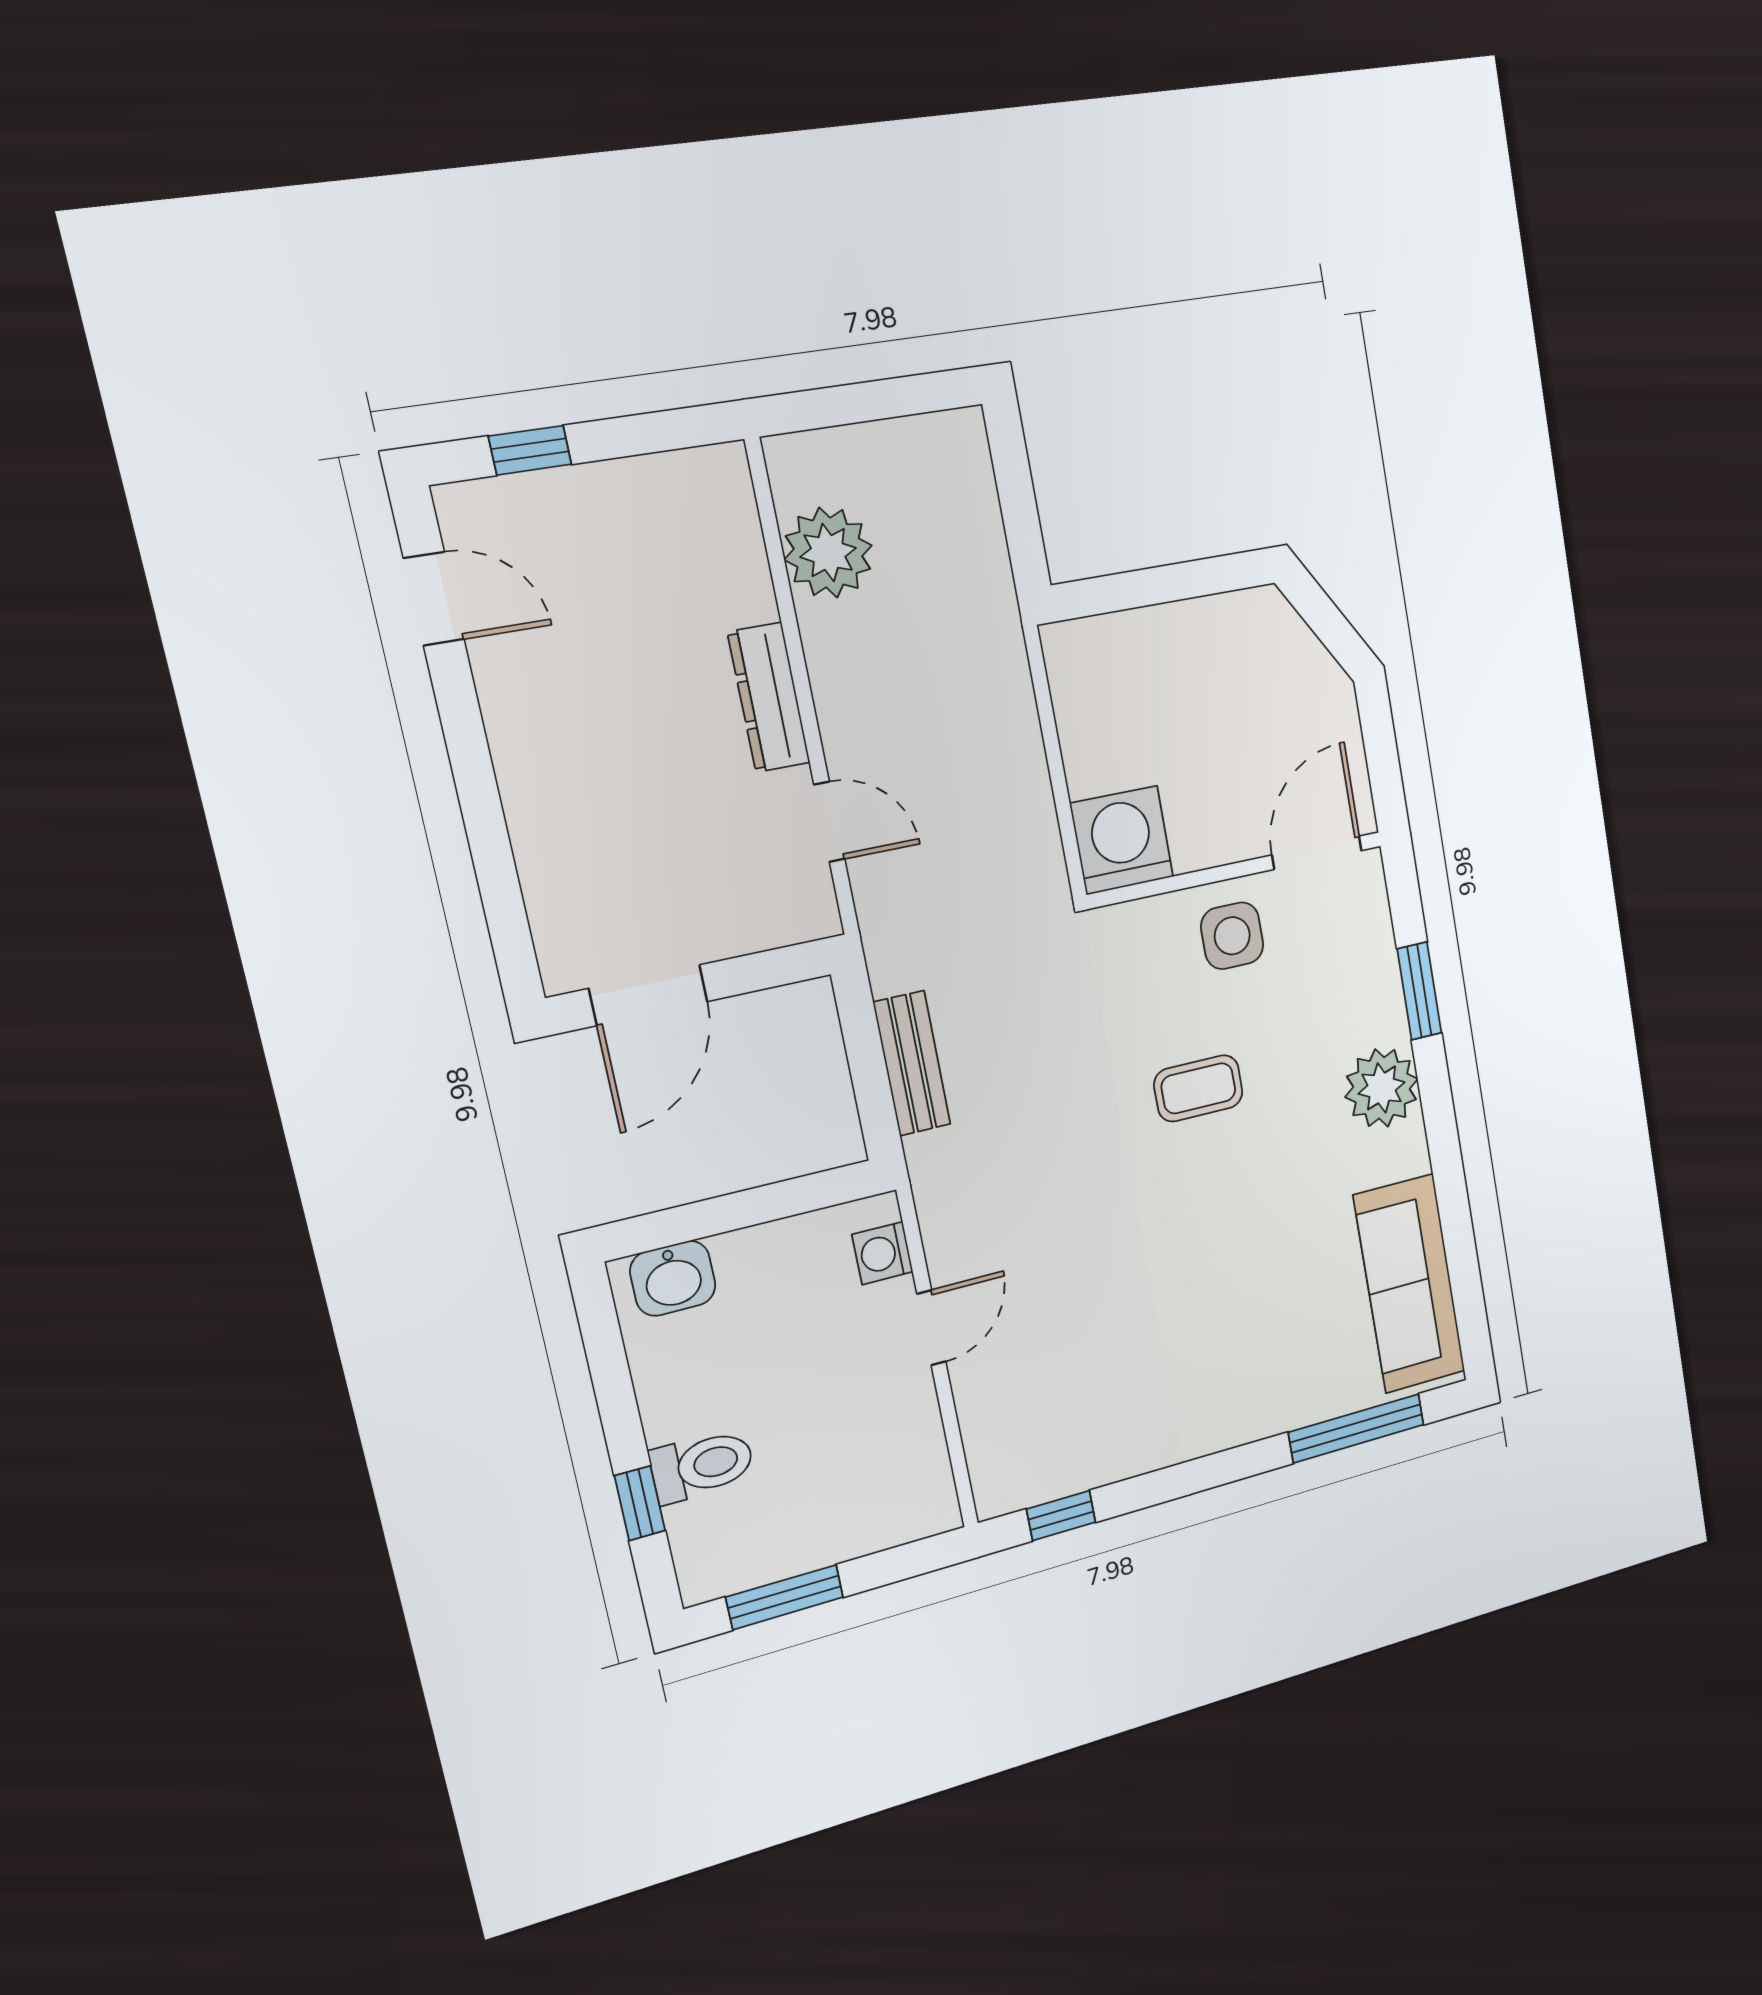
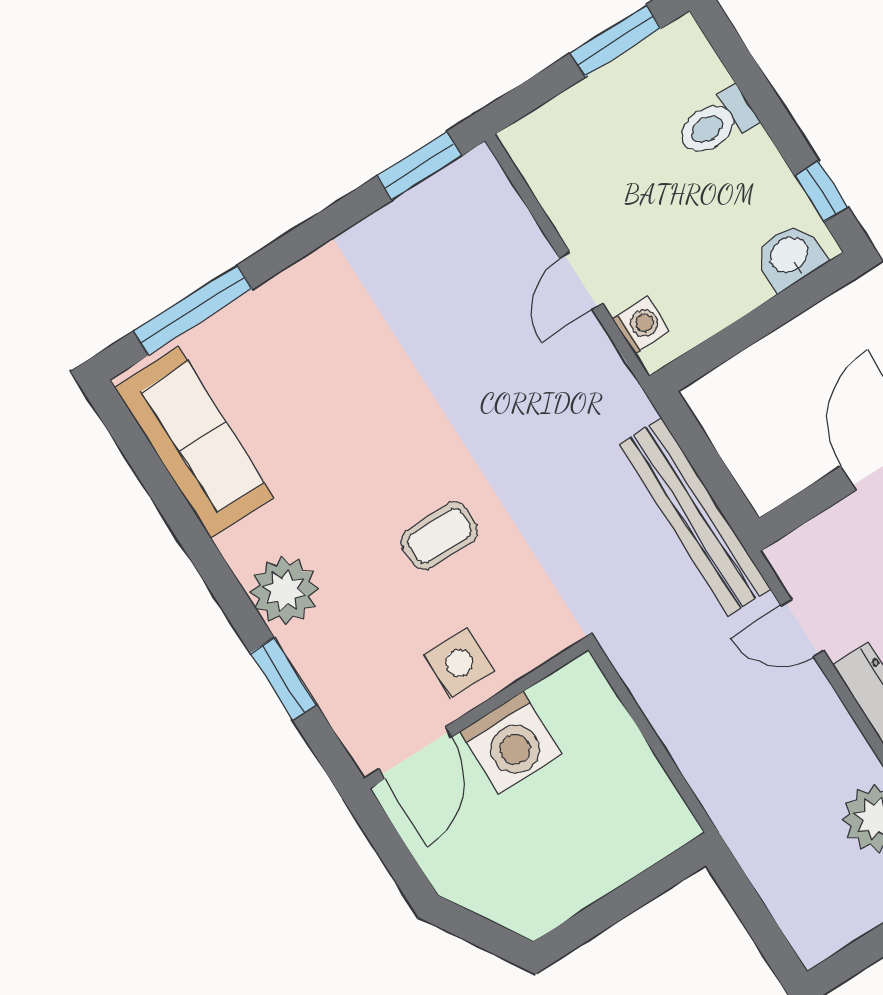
washing machine: (1122, 840) -> (511, 743), moved
bench: (912, 1063) -> (695, 517), width x1.86, depth x1.21
window: (640, 1503) -> (821, 191), moved
window: (1061, 1516) -> (419, 166), width x1.50

